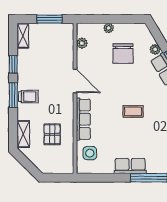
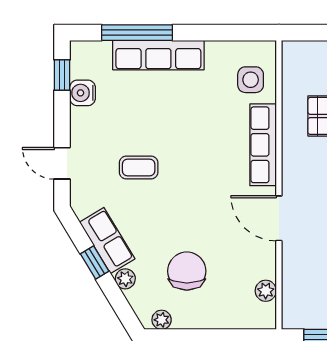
plant: (109, 28) -> (162, 320), moved
coffee table: (133, 111) -> (139, 167), moved
row of seats: (130, 166) -> (158, 55), width x1.48

